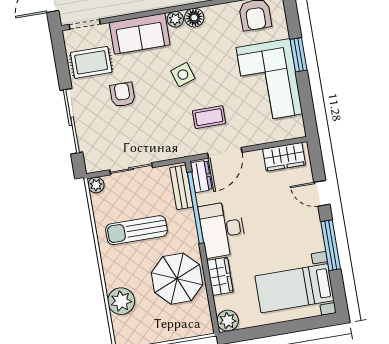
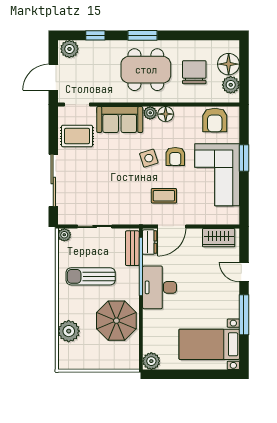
armchair: (123, 95) -> (175, 156), moved, turned 180
wardrobe: (220, 276) -> (151, 325), removed

